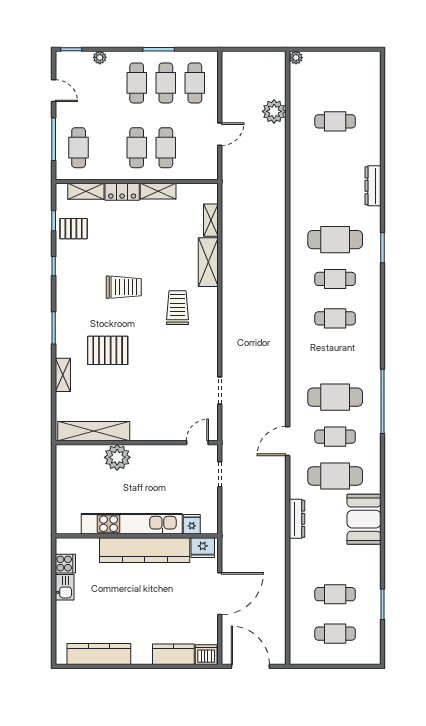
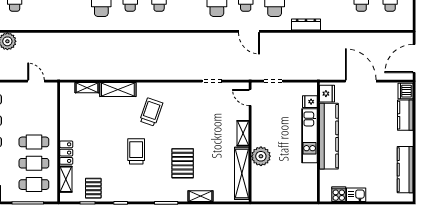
door: (220, 134) -> (36, 81), moved
cafe table: (166, 148) -> (34, 163), moved
shelving: (158, 191) -> (243, 133), moved
trolley: (177, 308) -> (151, 112), turned 109
kitchen unit: (132, 524) -> (310, 136), width x0.73

